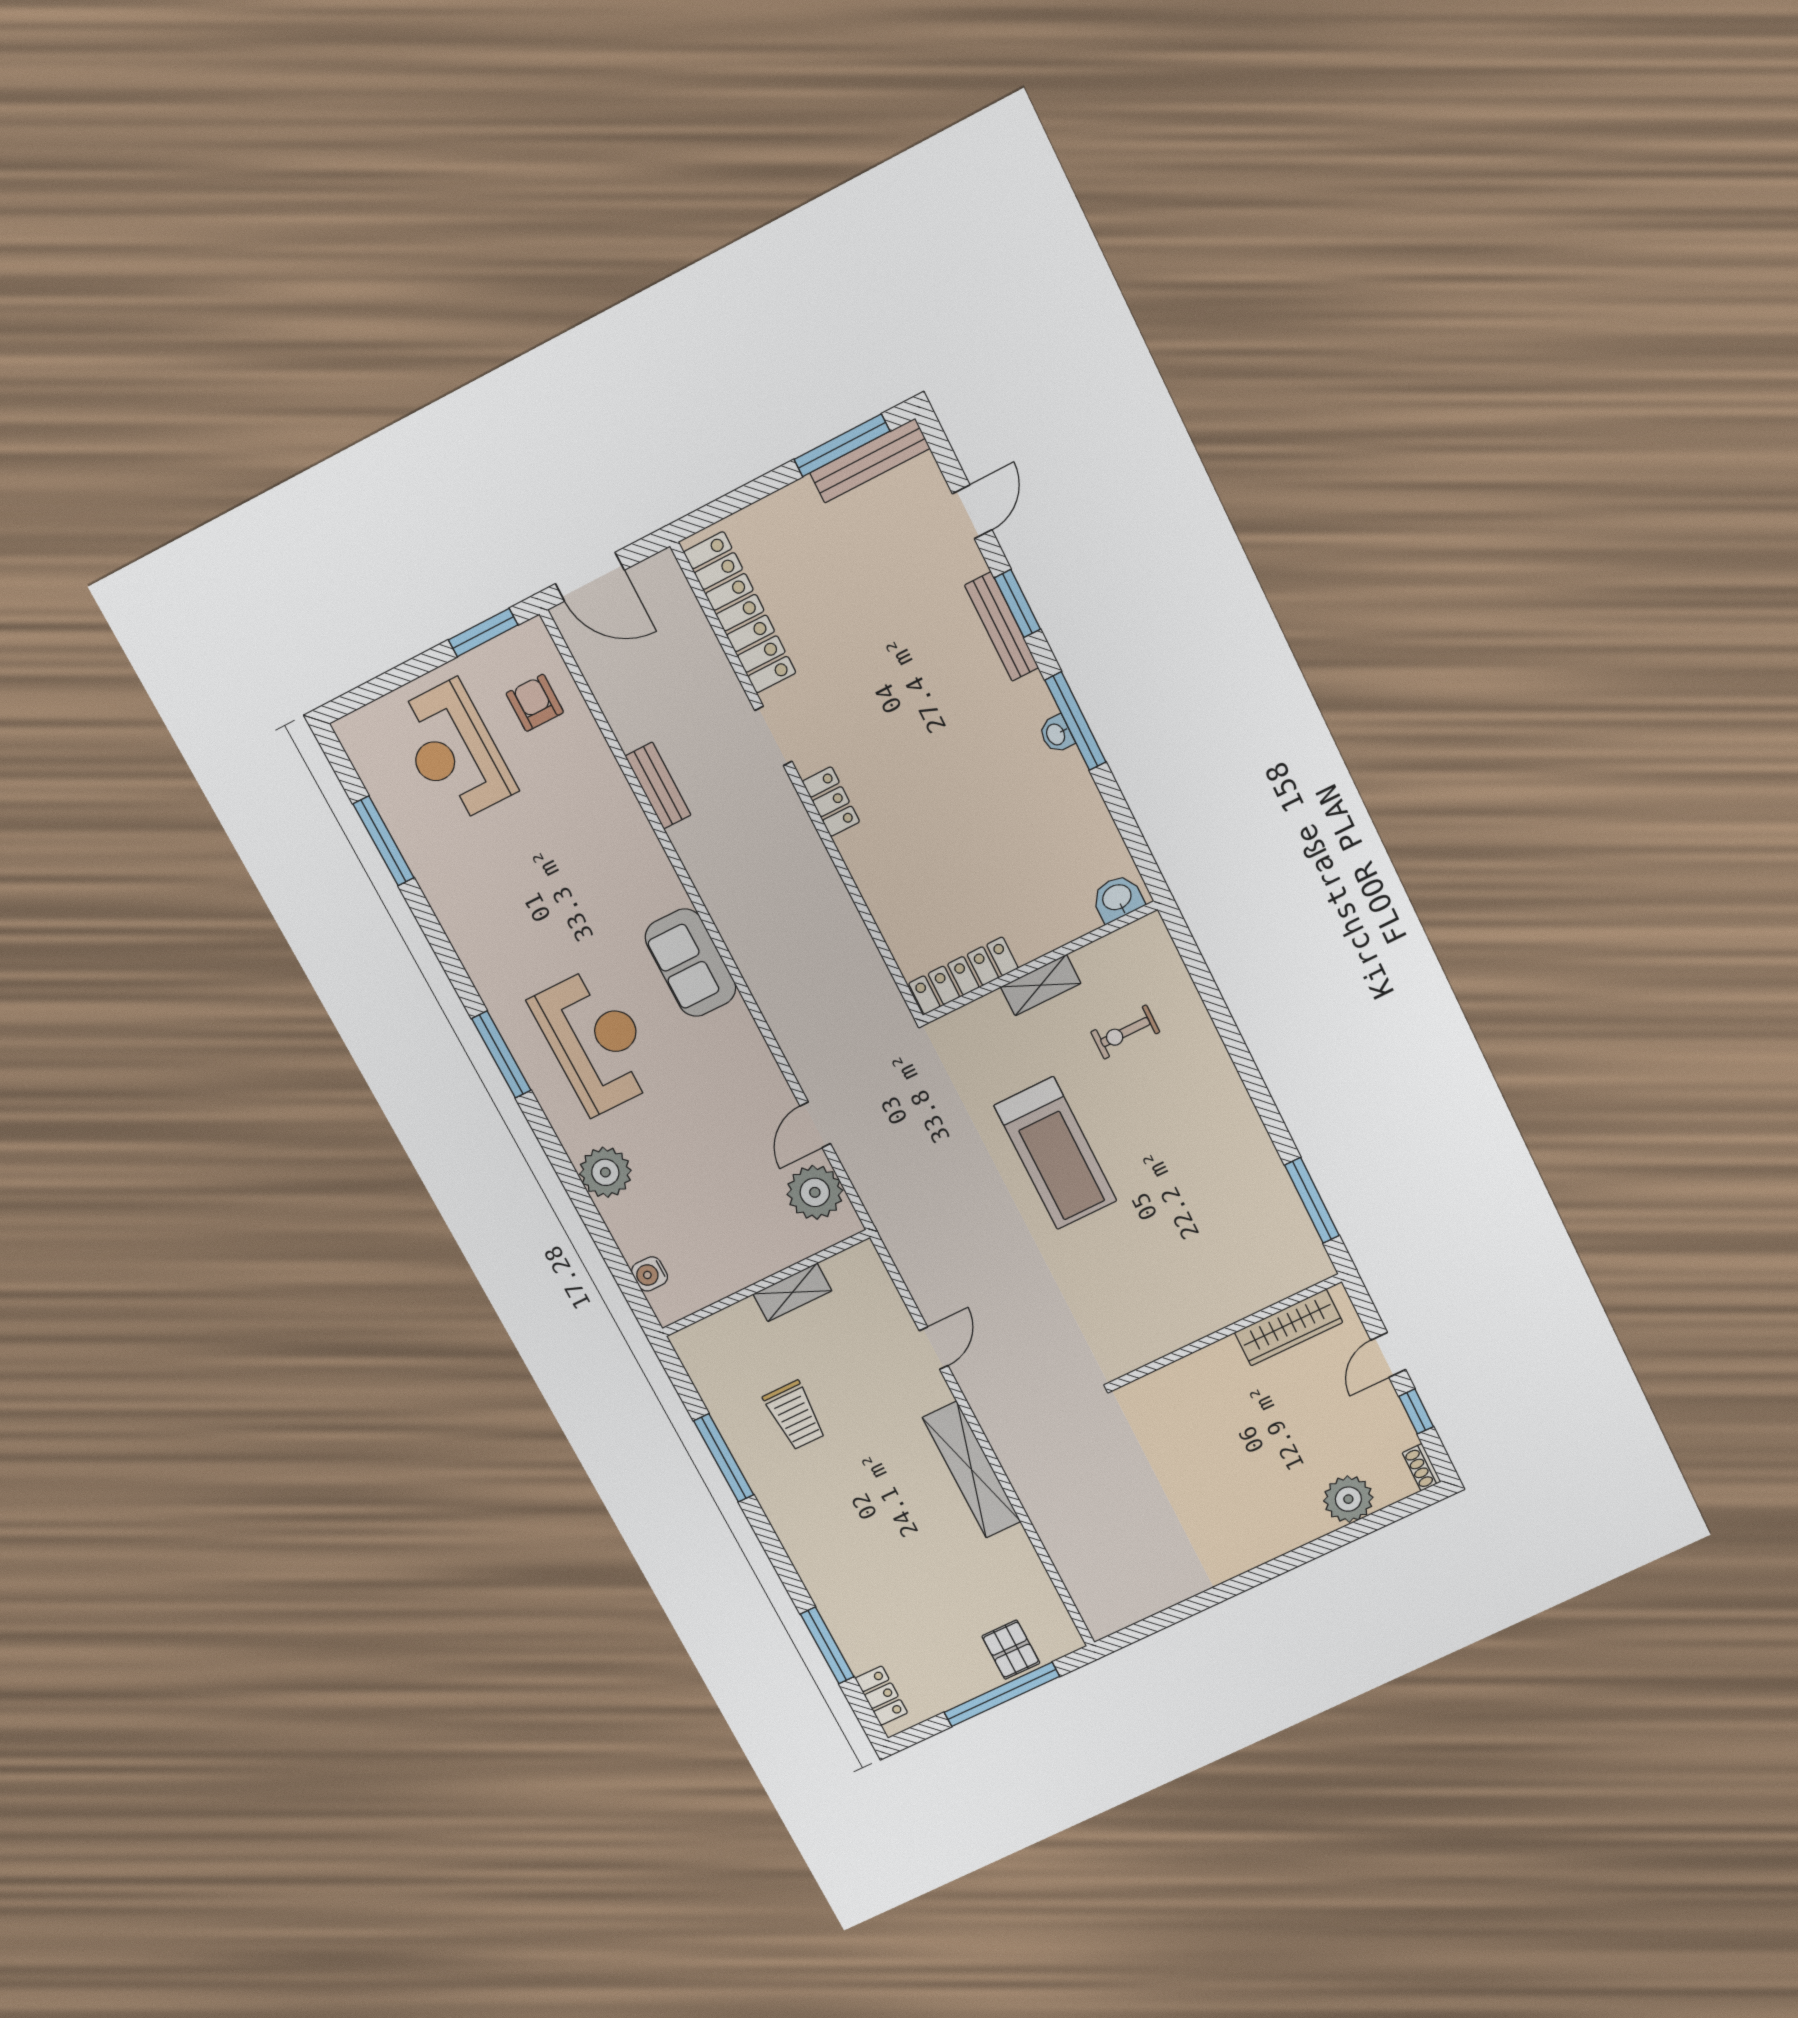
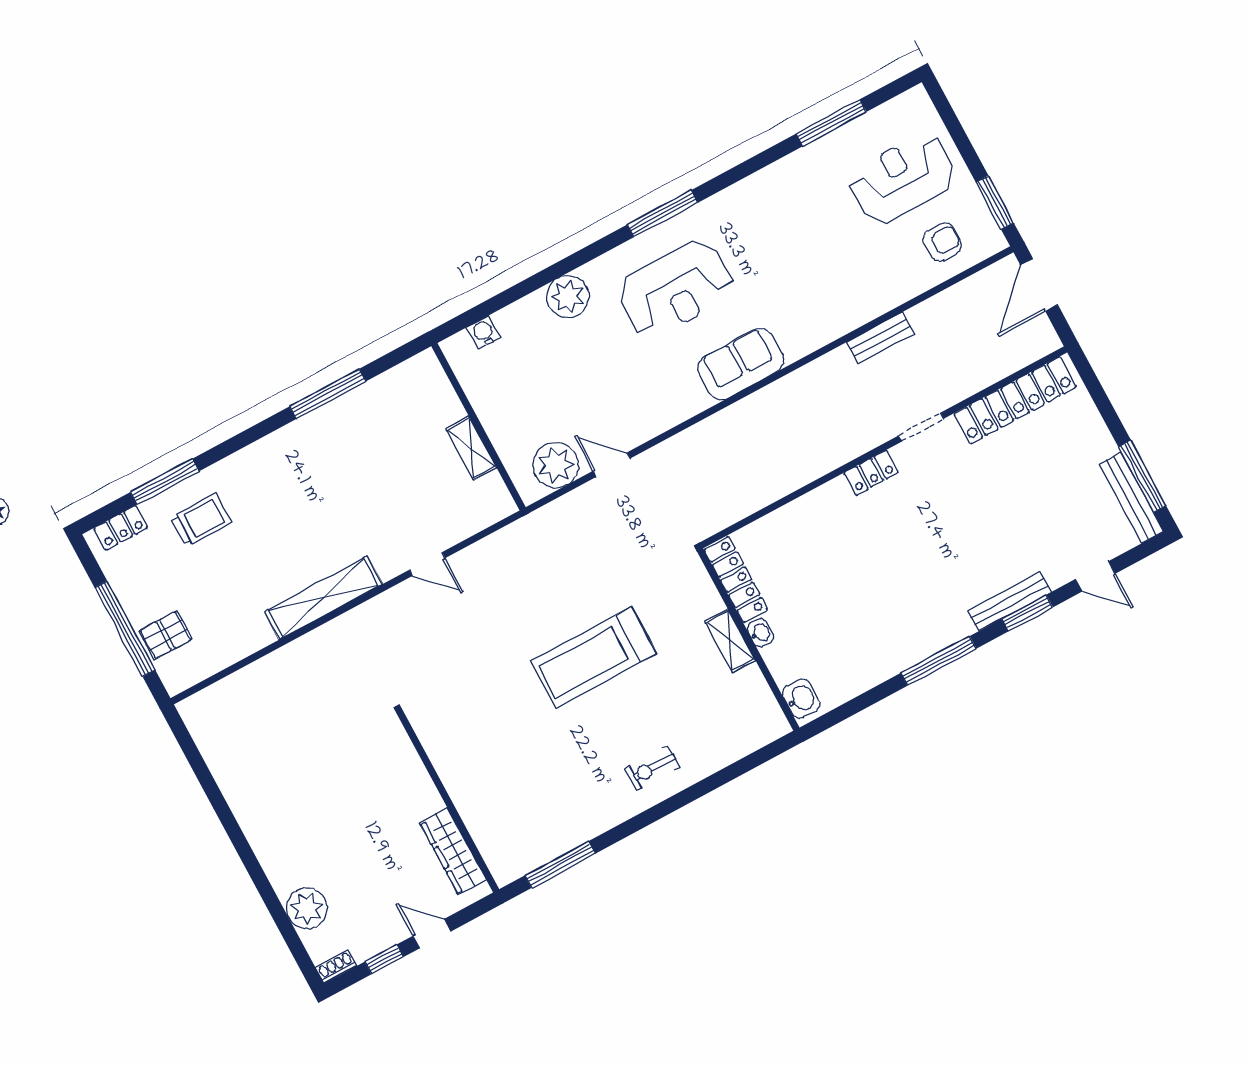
washbasin: (1056, 734) -> (760, 633), moved, turned 90
exercise bike: (1125, 1032) -> (652, 768), moved, turned -90
trolley: (795, 1415) -> (201, 520), moved, turned 180

